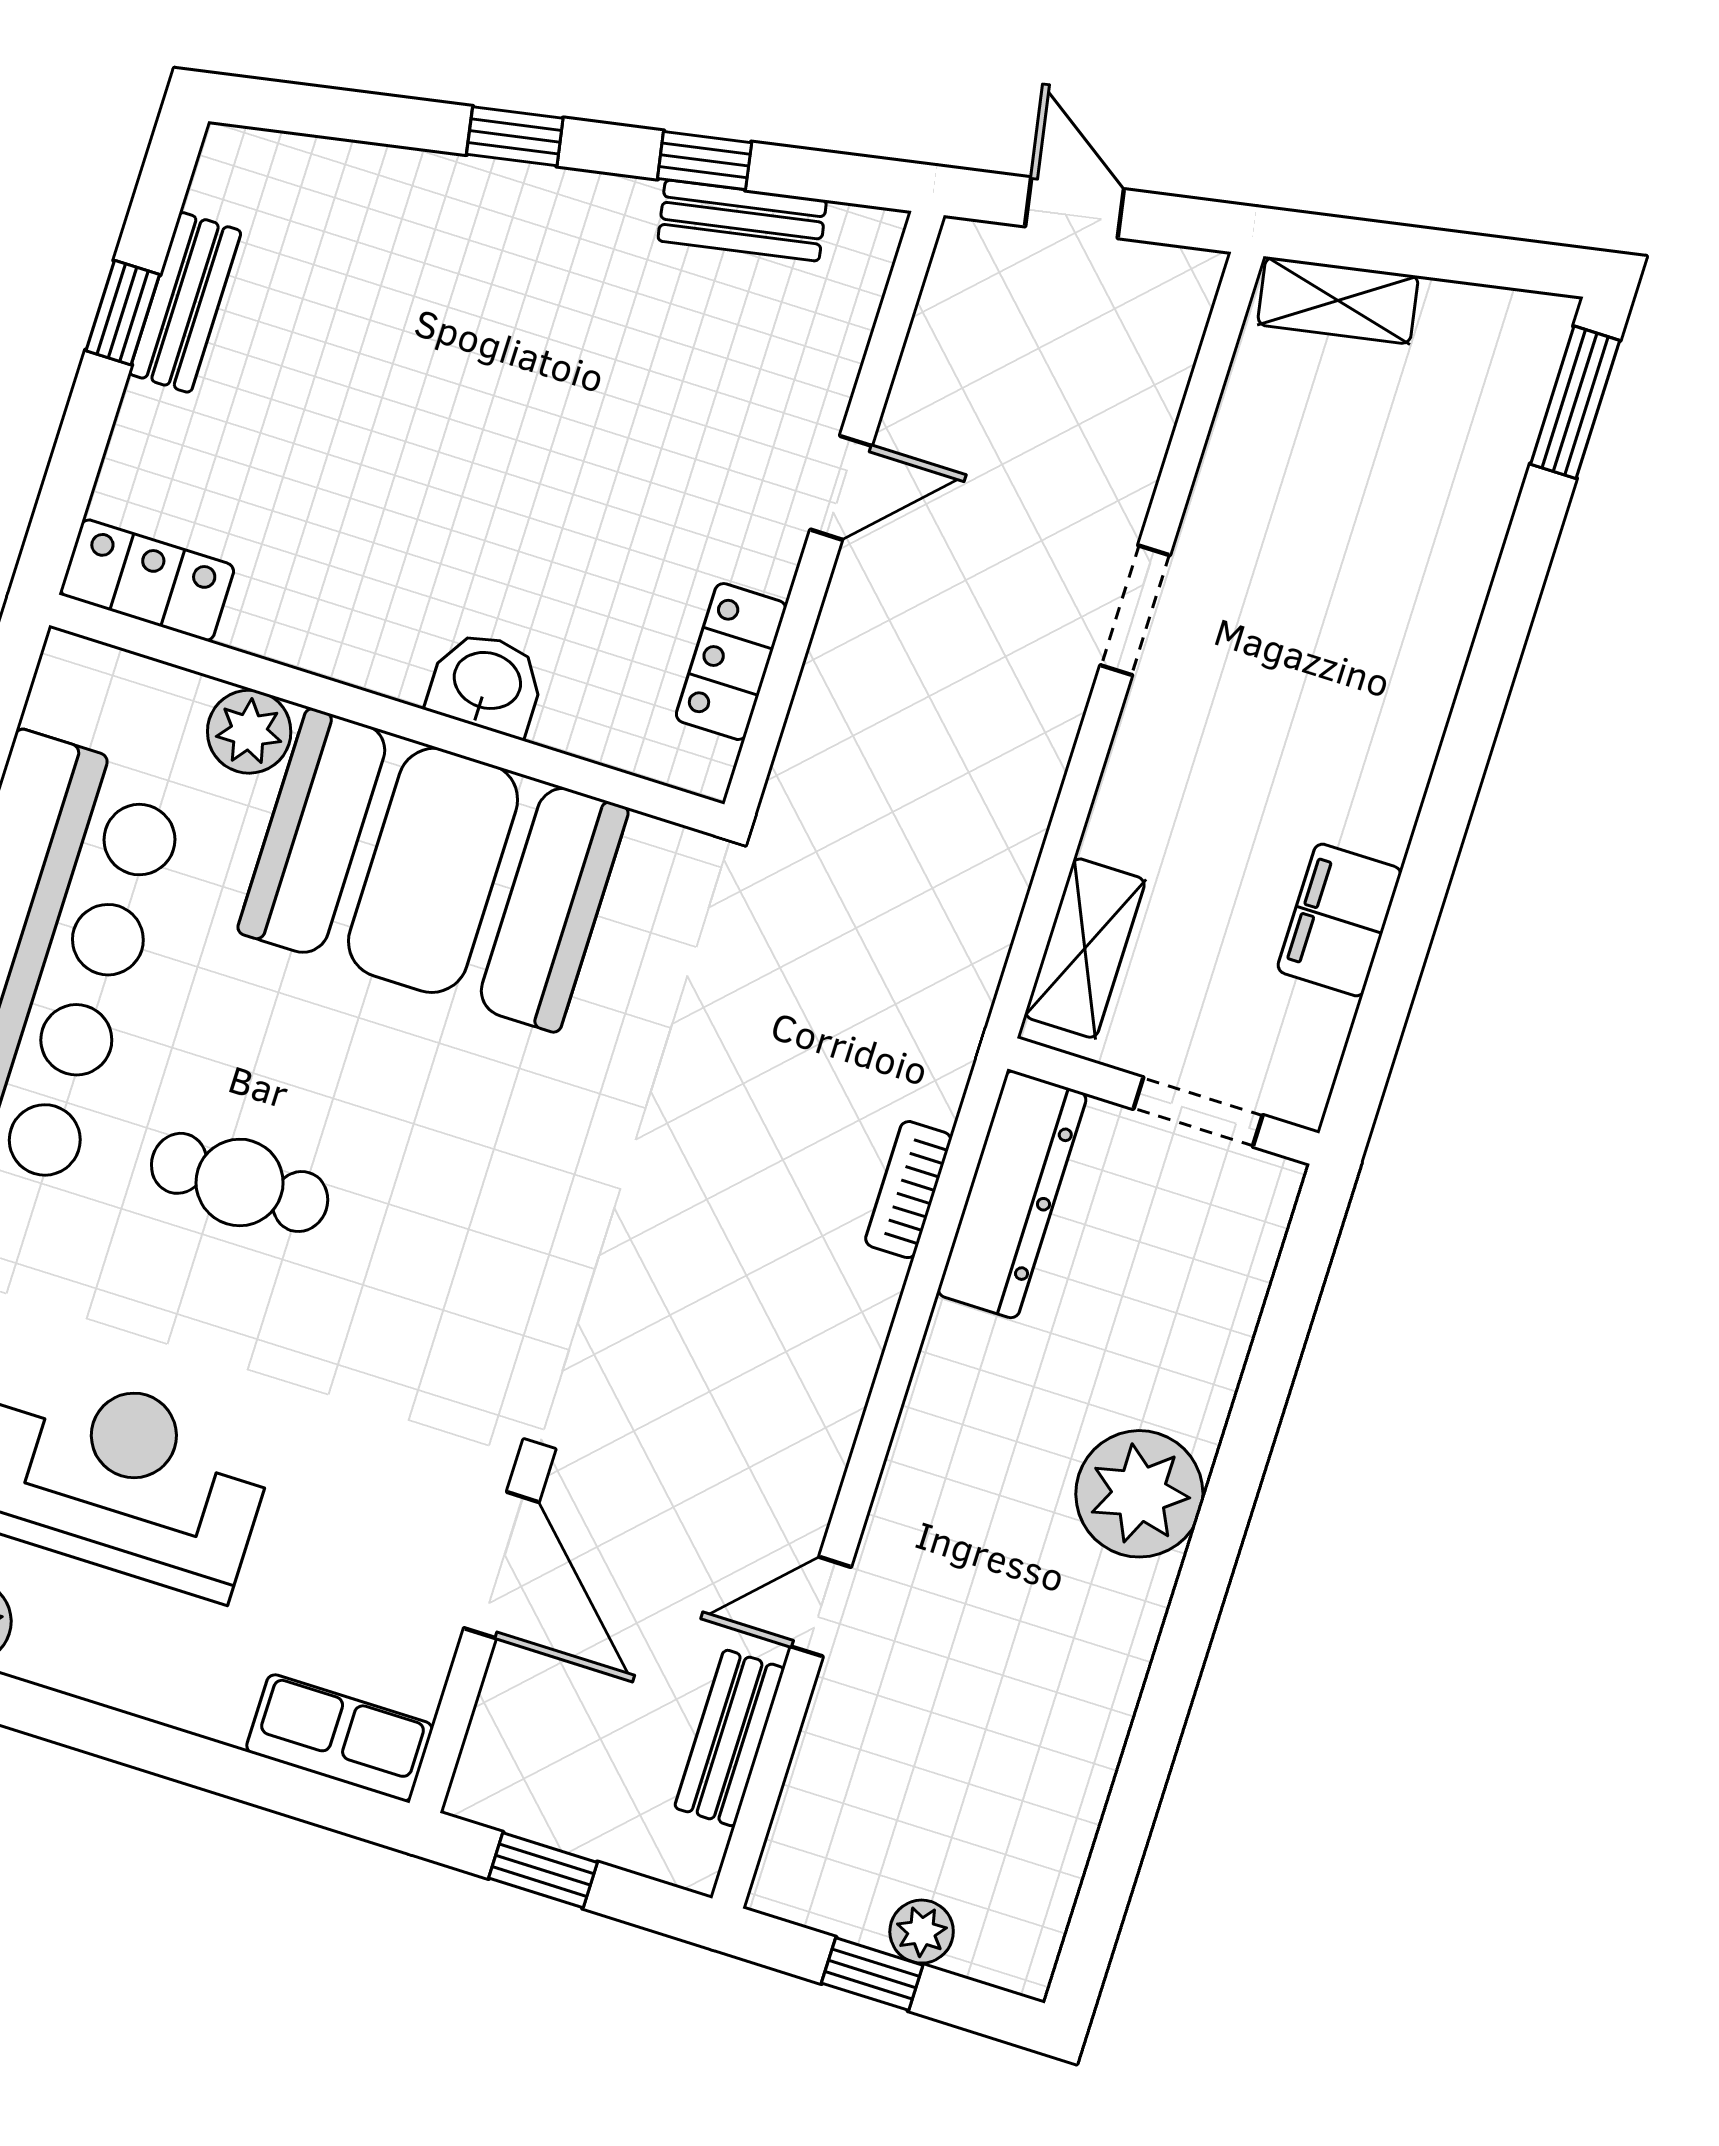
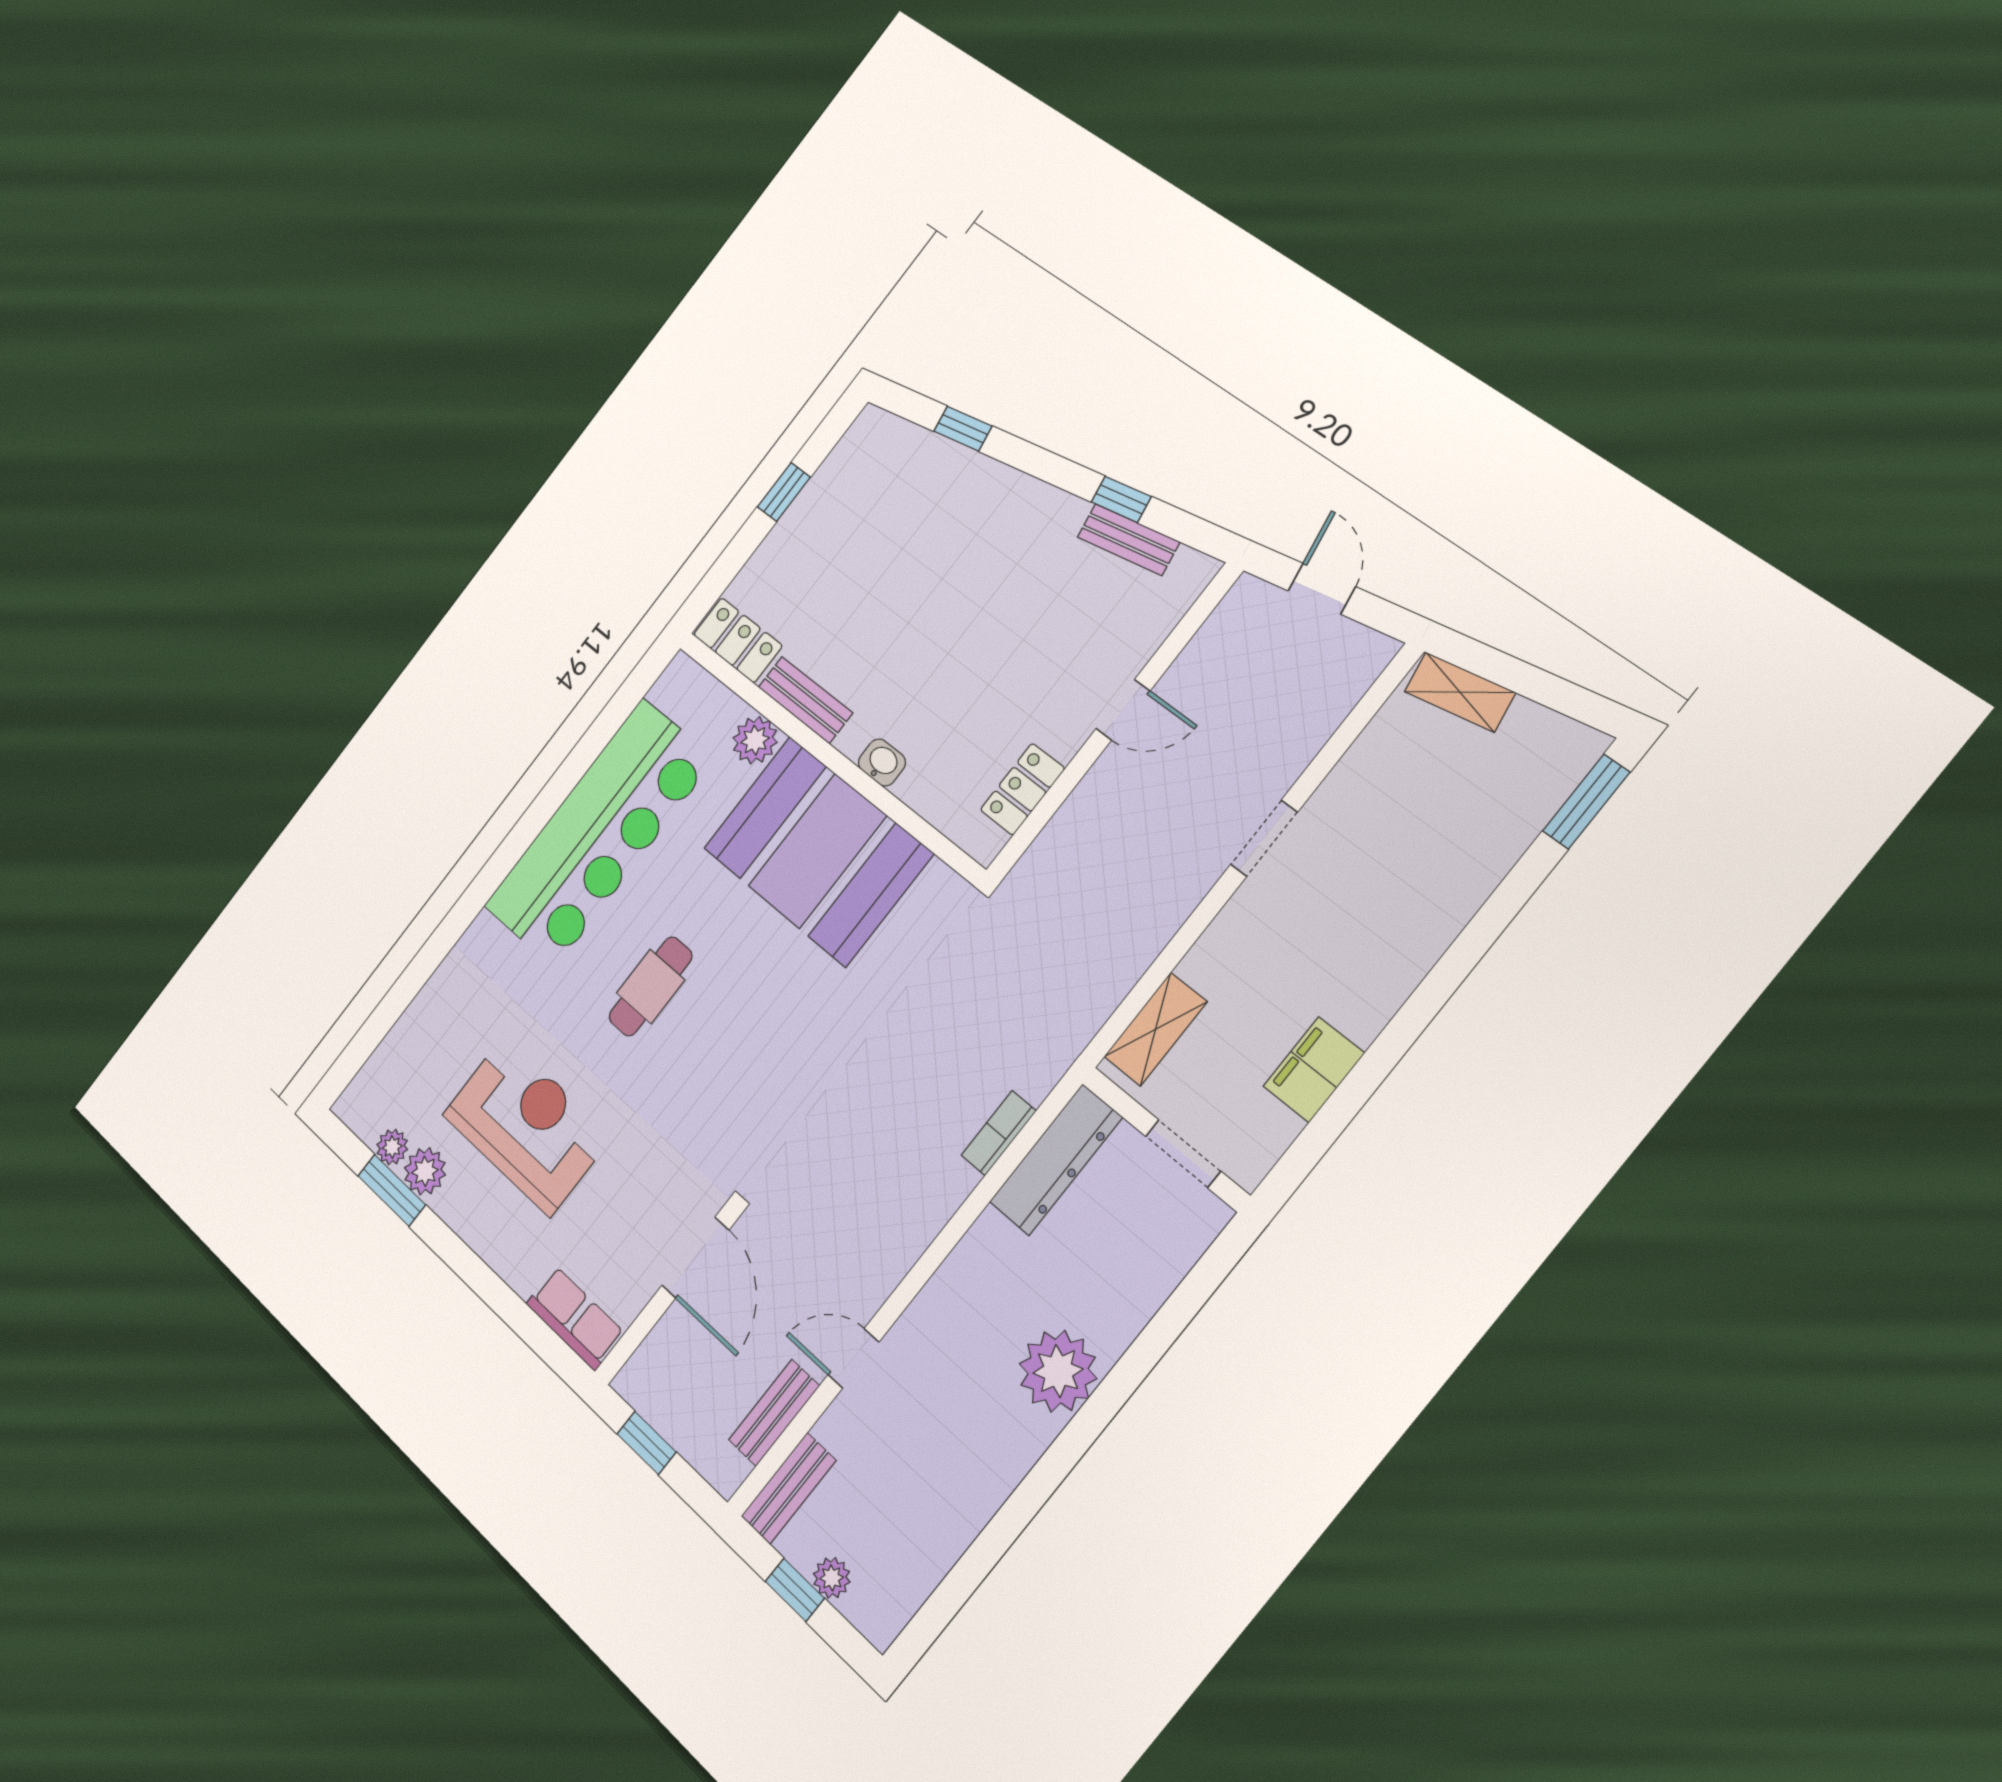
window: (515, 136) -> (963, 429), moved
bench: (185, 302) -> (805, 700), moved, turned 90
washbasin: (487, 683) -> (882, 762), width x0.72, depth x0.69
cafe table: (240, 1182) -> (651, 986), turned 90
bench: (800, 1836) -> (789, 1488), added

